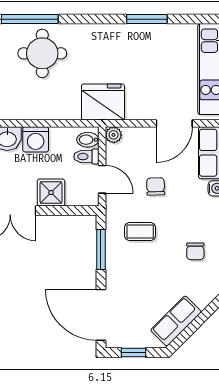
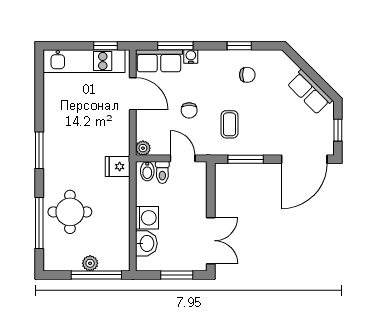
window: (147, 19) -> (39, 150), moved
fridge: (103, 102) -> (118, 167), width x0.53, depth x0.75
door: (102, 179) -> (183, 158), hinge flipped
chair: (156, 186) -> (189, 110), turned -88
shower: (51, 193) -> (195, 204), removed

